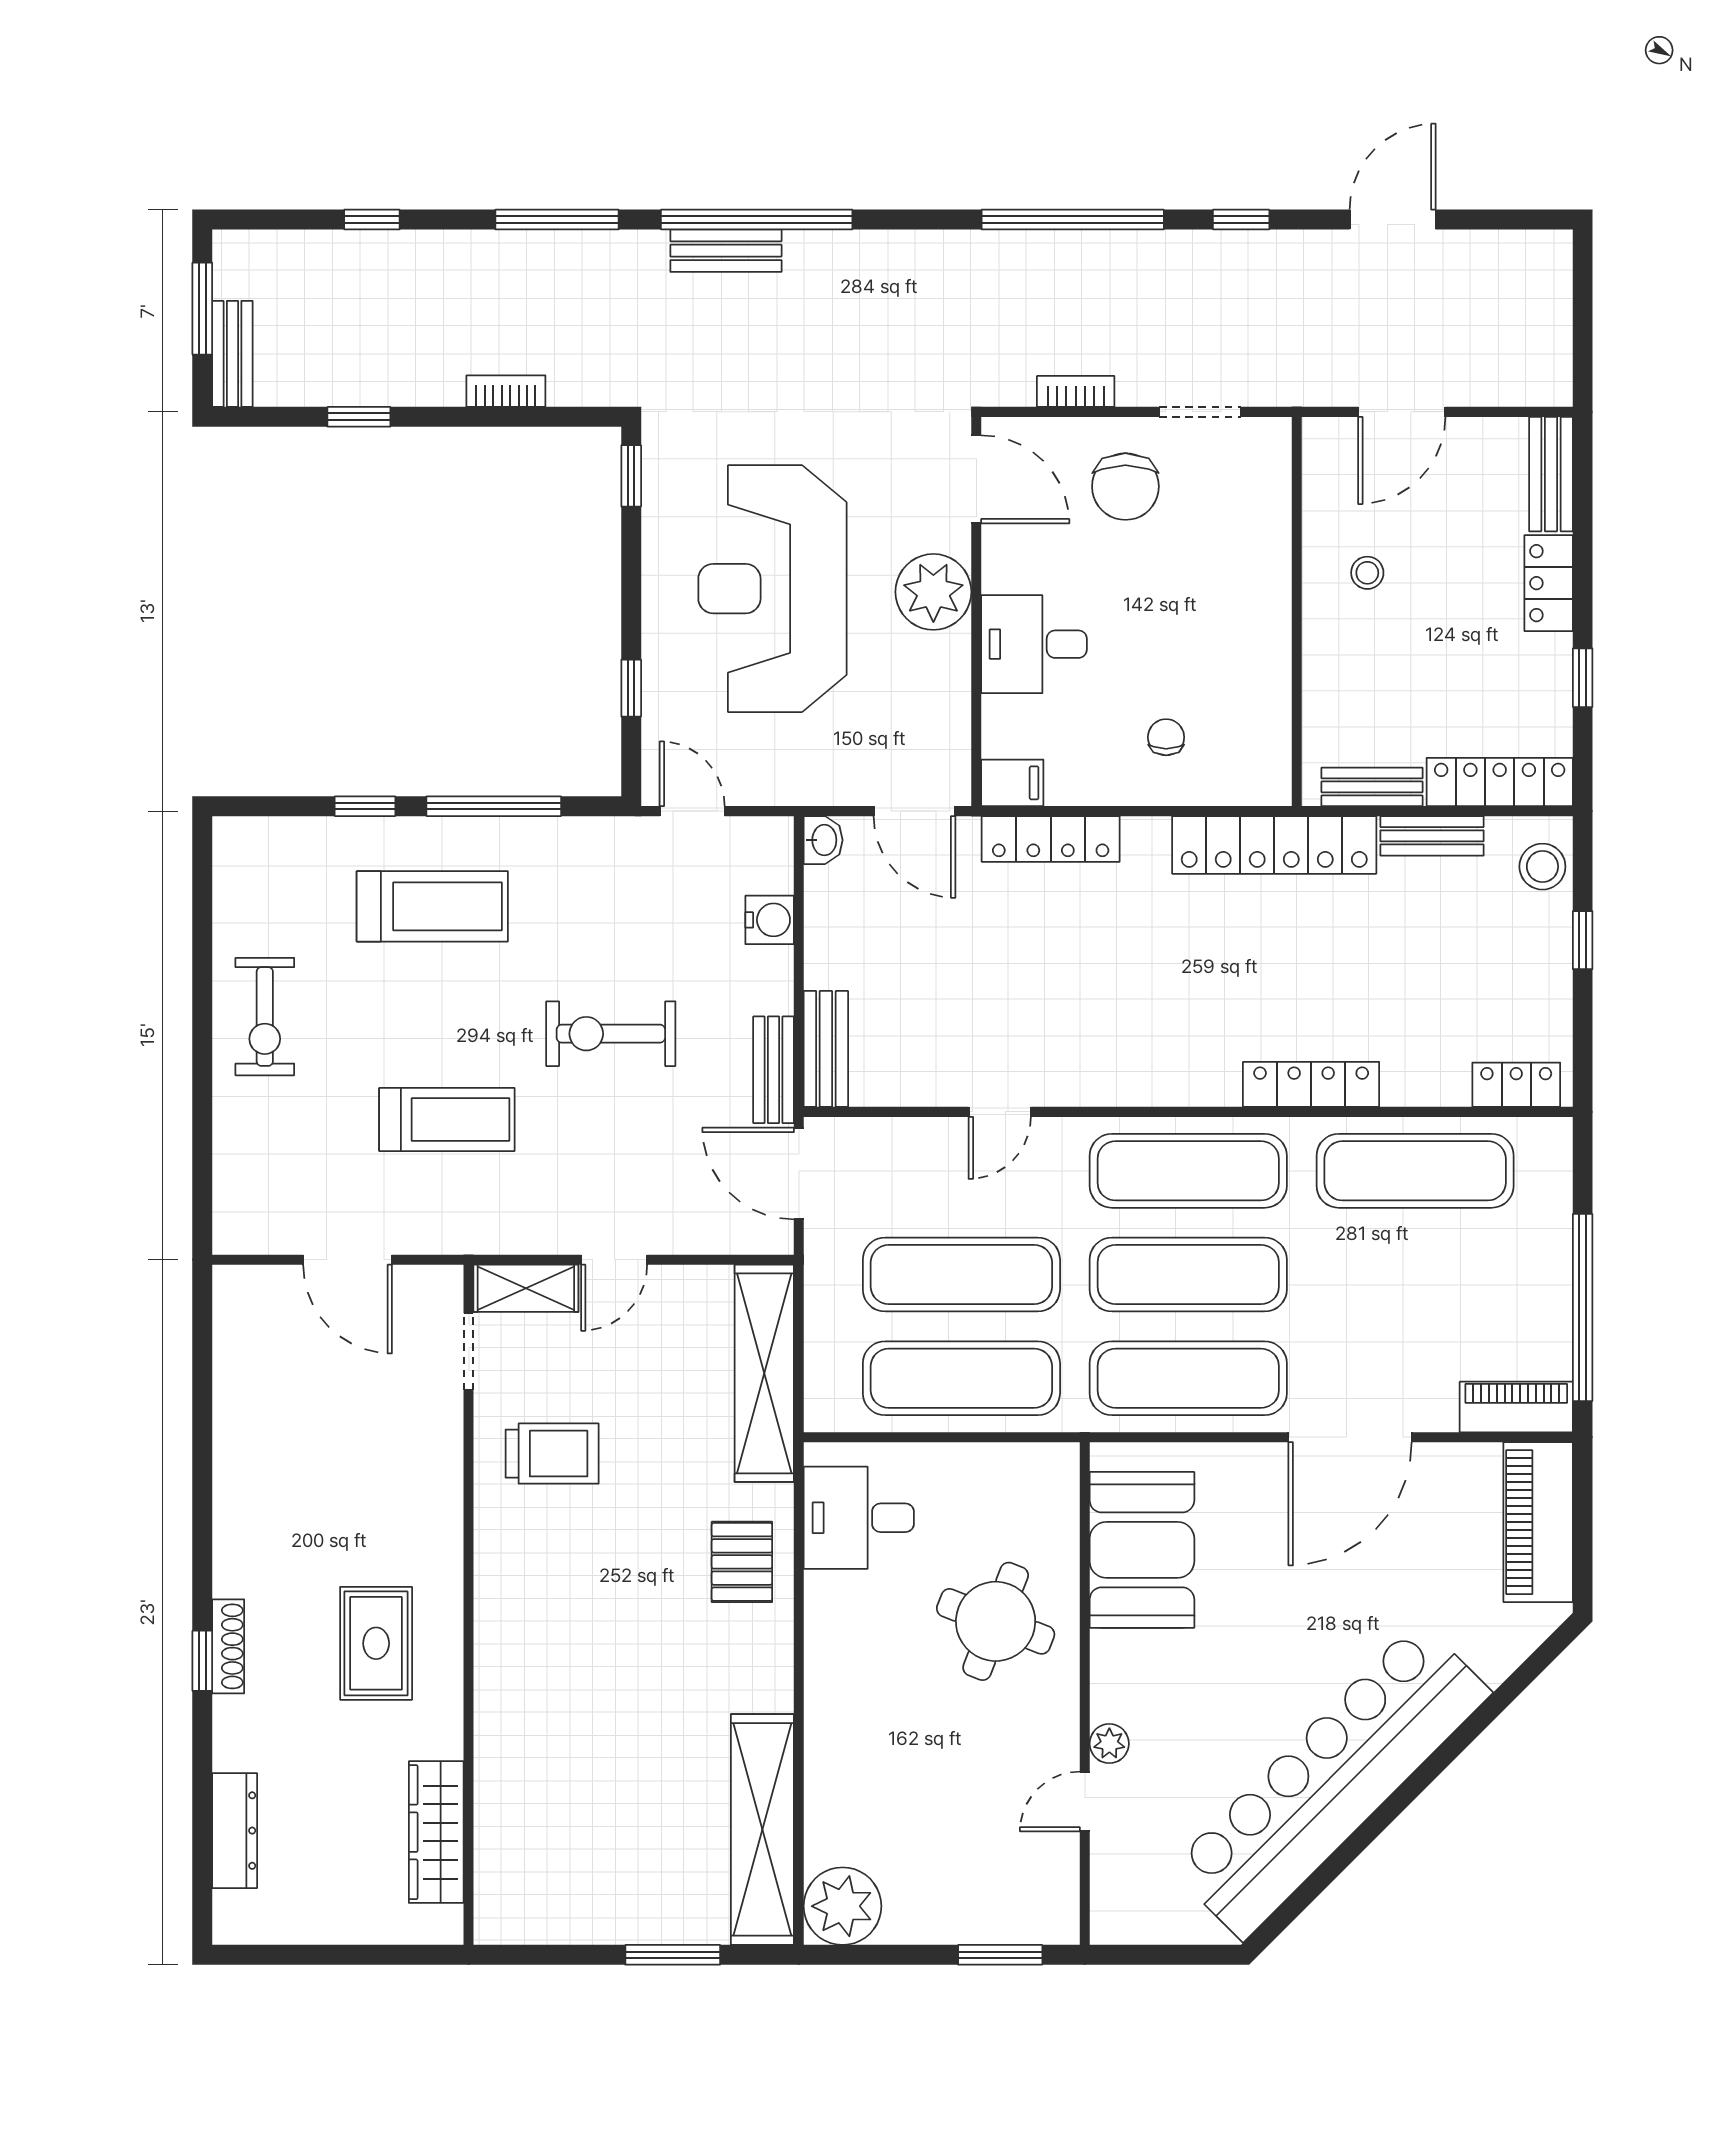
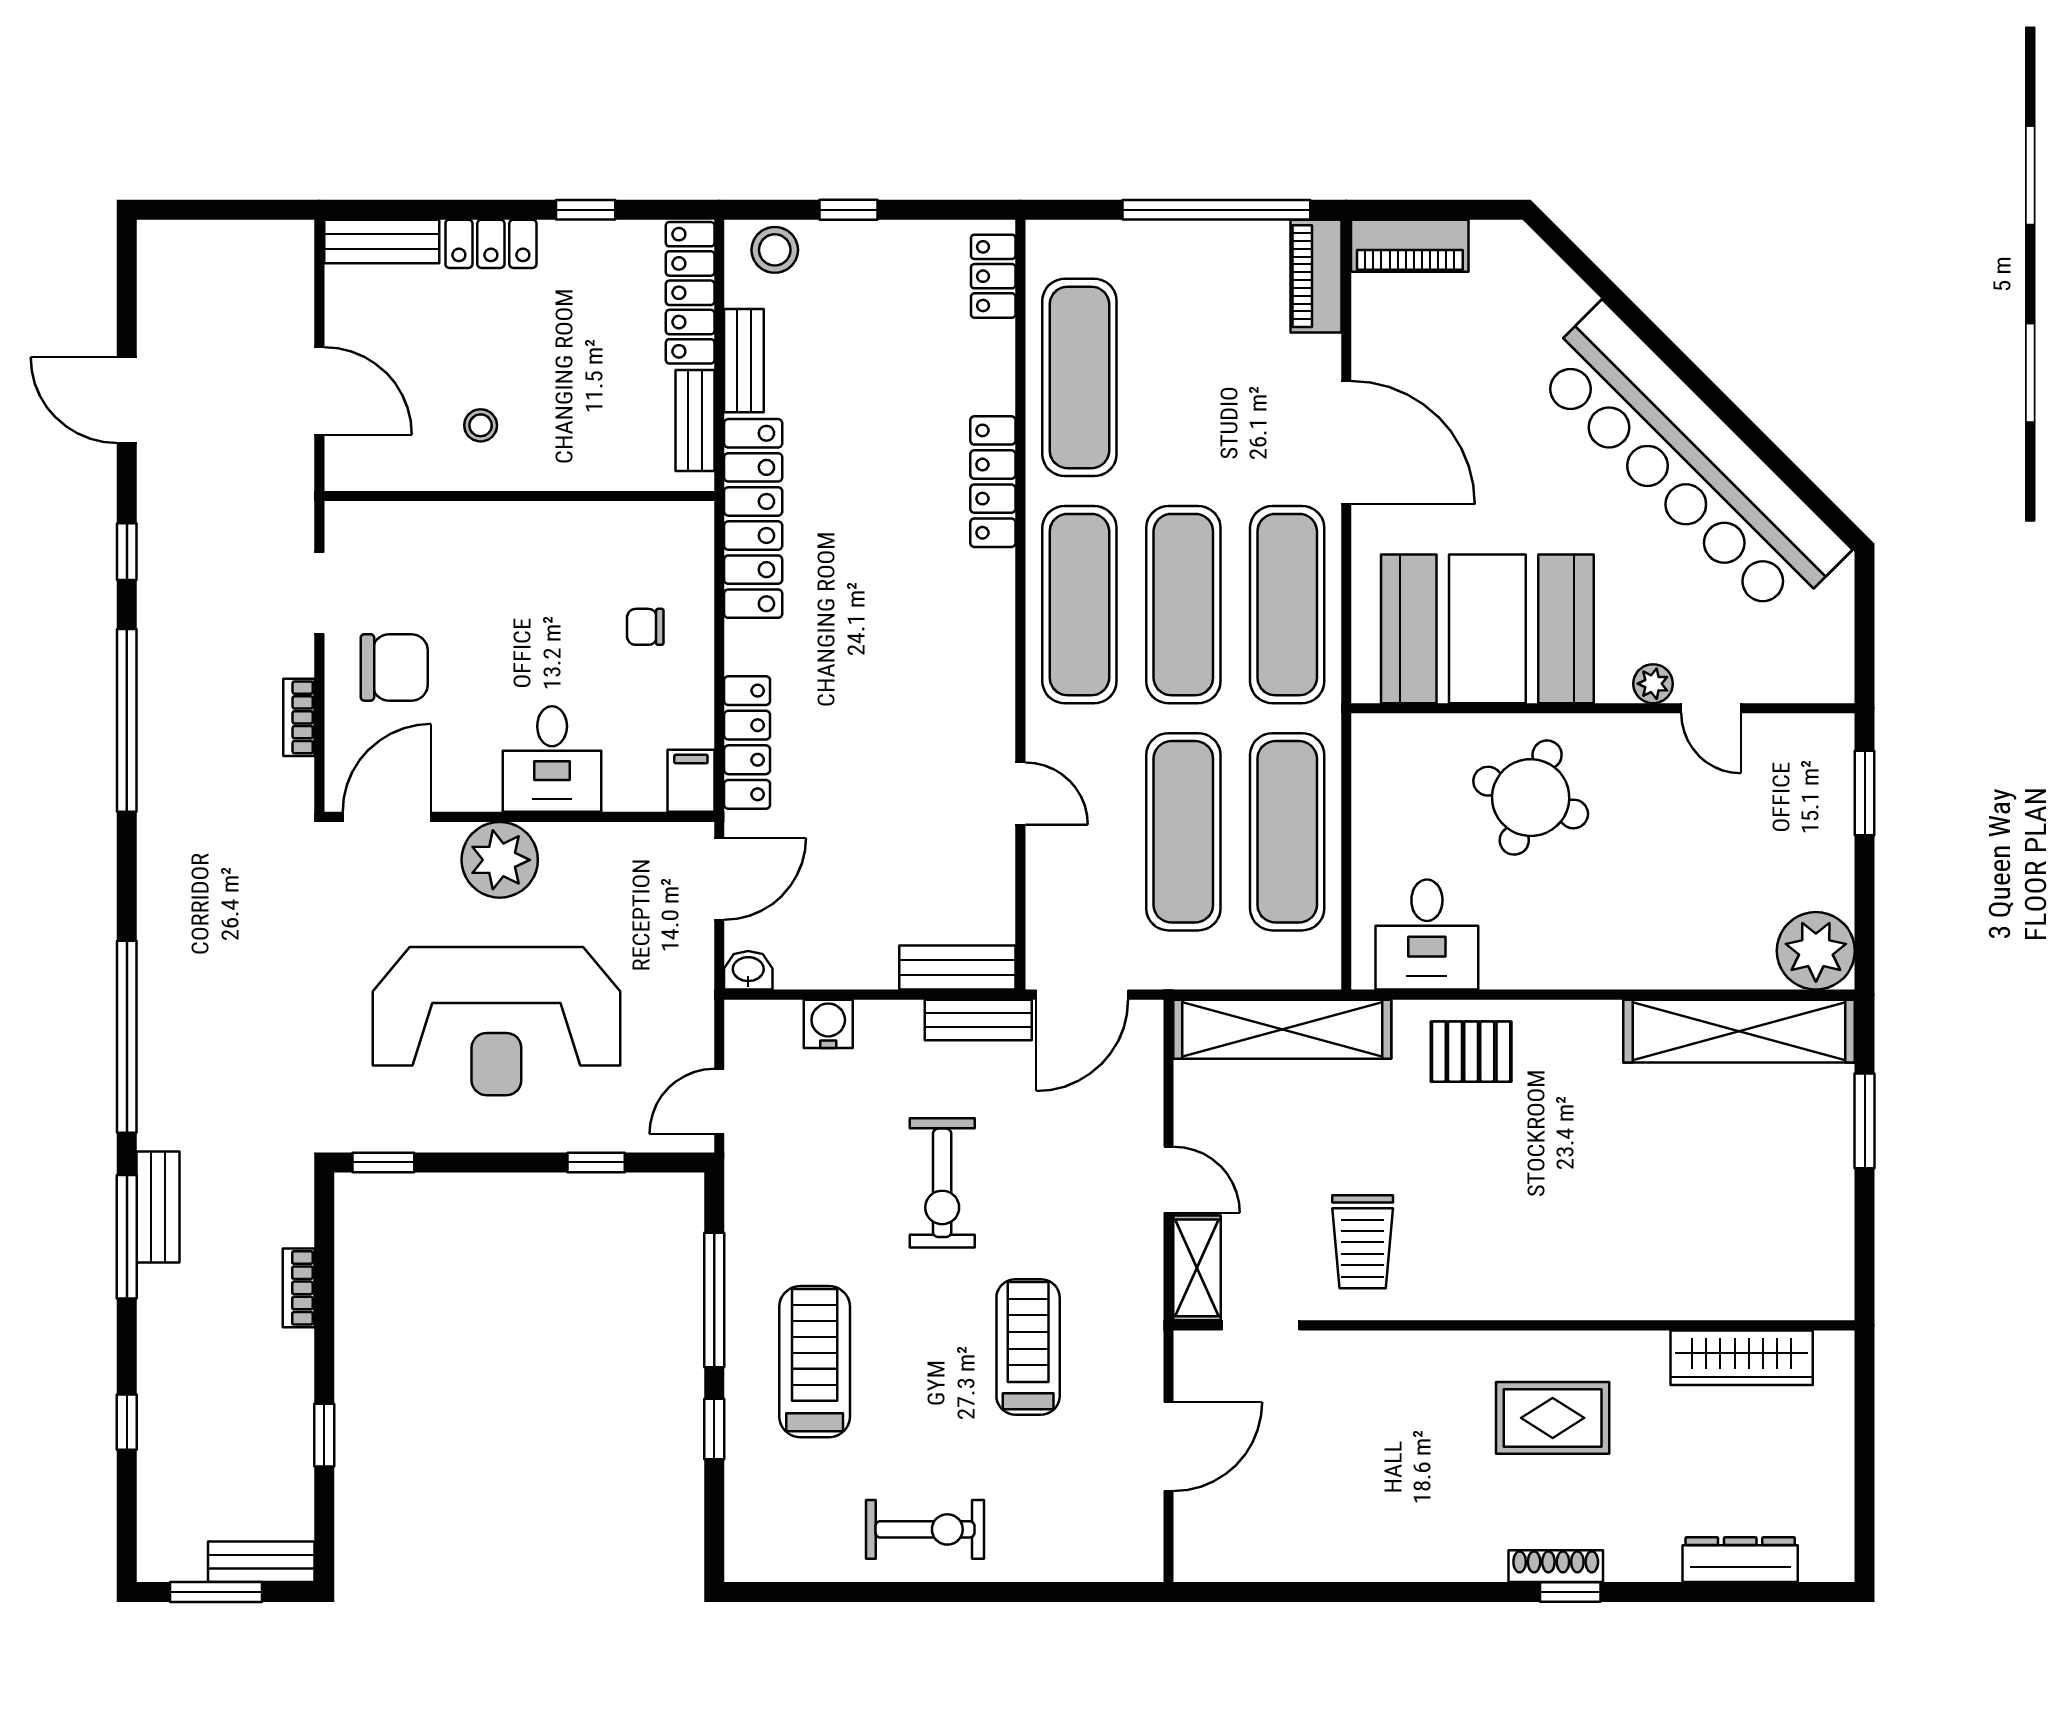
bench: (726, 251) -> (158, 1207), moved
trolley: (552, 1454) -> (1363, 1242), turned 180
piano: (1538, 1522) -> (1410, 246), width x0.73, depth x0.75
booth: (1142, 1550) -> (1487, 629), width x1.36, depth x1.42

